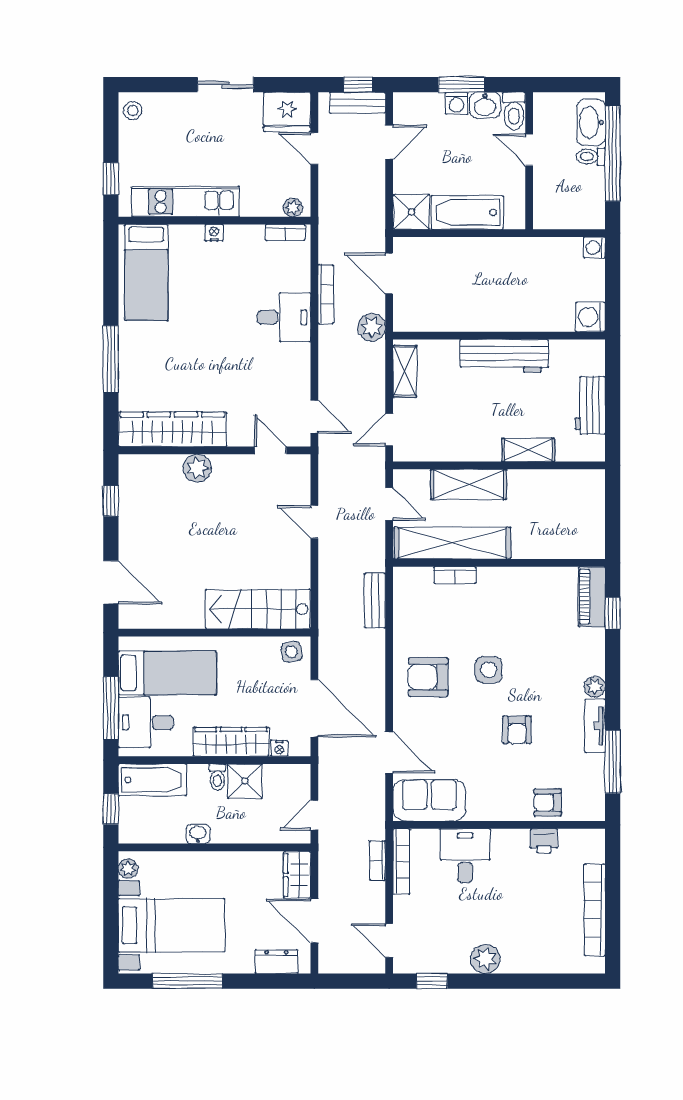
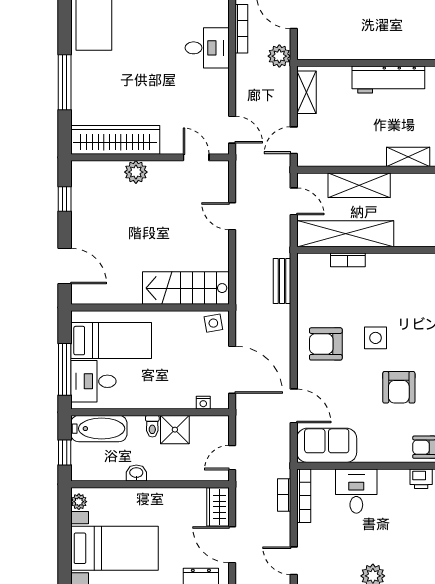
armchair: (517, 730) -> (399, 387), width x1.38, depth x1.38
wardrobe: (231, 742) -> (164, 397), removed

